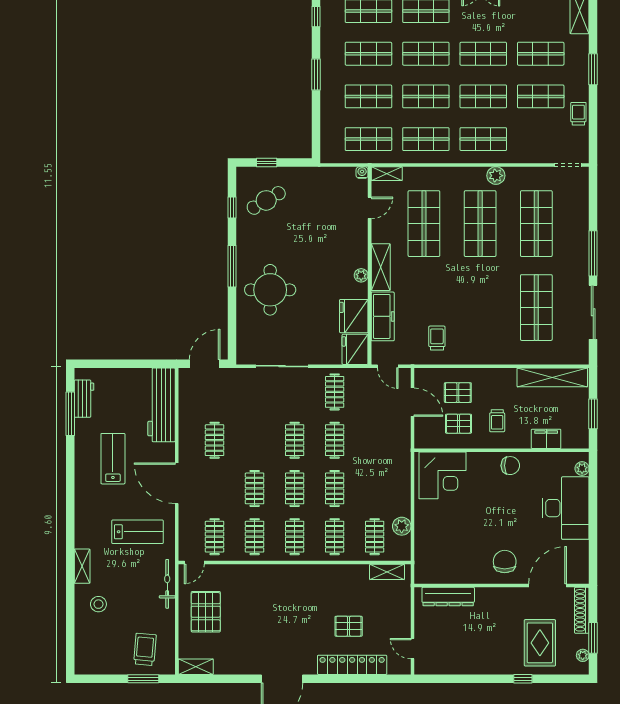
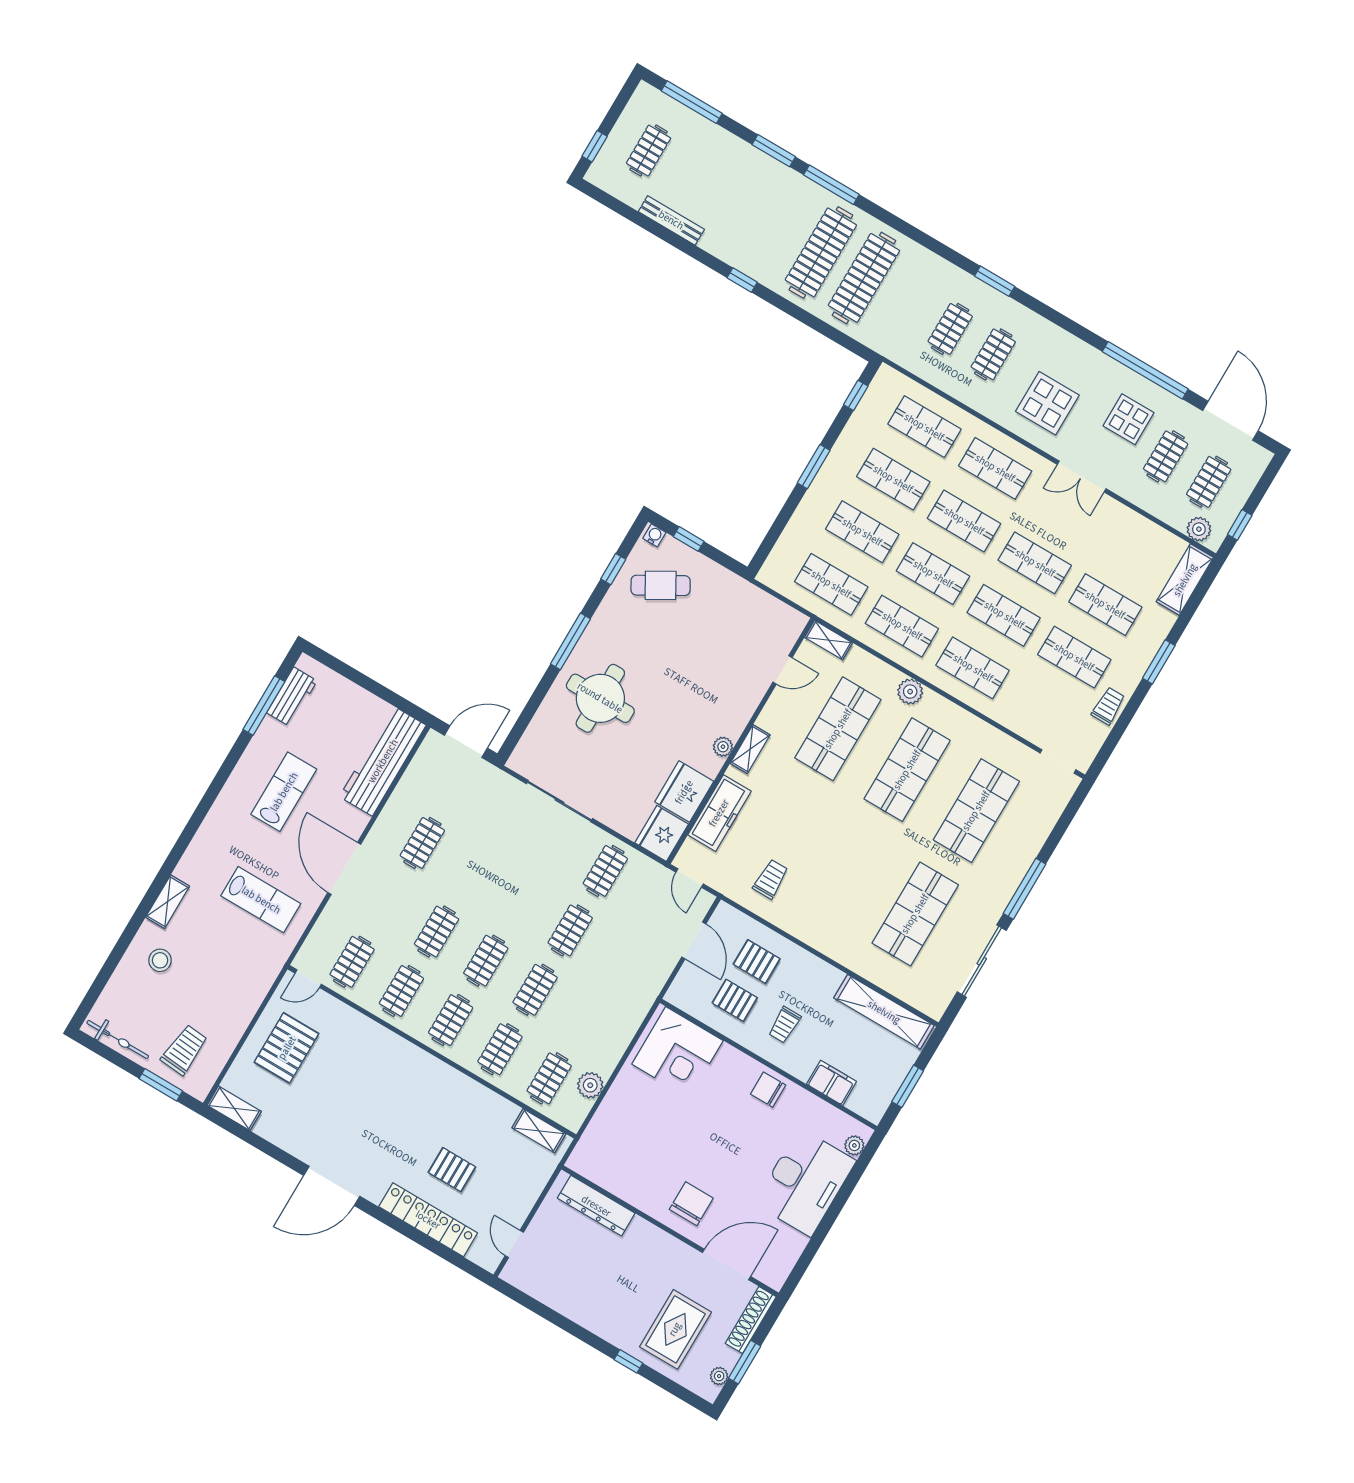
water cooler: (362, 173) -> (654, 535), moved
plant: (496, 176) -> (910, 692), moved
shelving: (381, 267) -> (750, 749), width x0.67, depth x0.75
clothes rail: (295, 440) -> (521, 901), removed
chair: (510, 466) -> (768, 1090), turned 180
bicycle: (167, 584) -> (118, 1039), moved, turned 90

